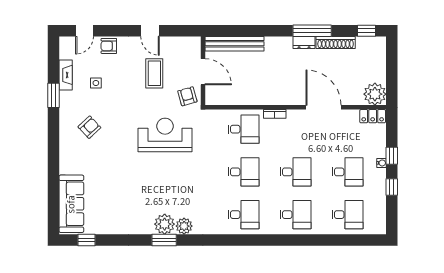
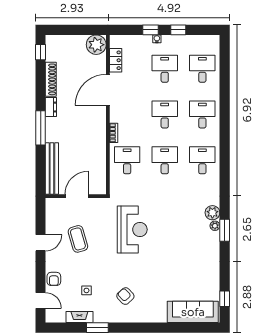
window: (312, 31) -> (41, 128), moved
coffee table: (154, 73) -> (78, 239), turned 74
armchair: (187, 96) -> (98, 210), removed
locker: (373, 116) -> (116, 60), moved
reception desk: (165, 135) -> (132, 230), turned 180
plant: (165, 224) -> (215, 226), width x0.53, depth x0.53

